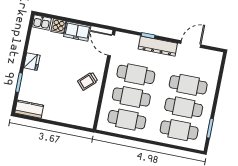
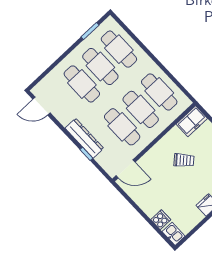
freezer: (77, 31) -> (192, 121), moved, turned 90
door: (191, 44) -> (41, 106), moved
door: (111, 45) -> (126, 169), hinge flipped
trolley: (88, 81) -> (184, 160), moved

